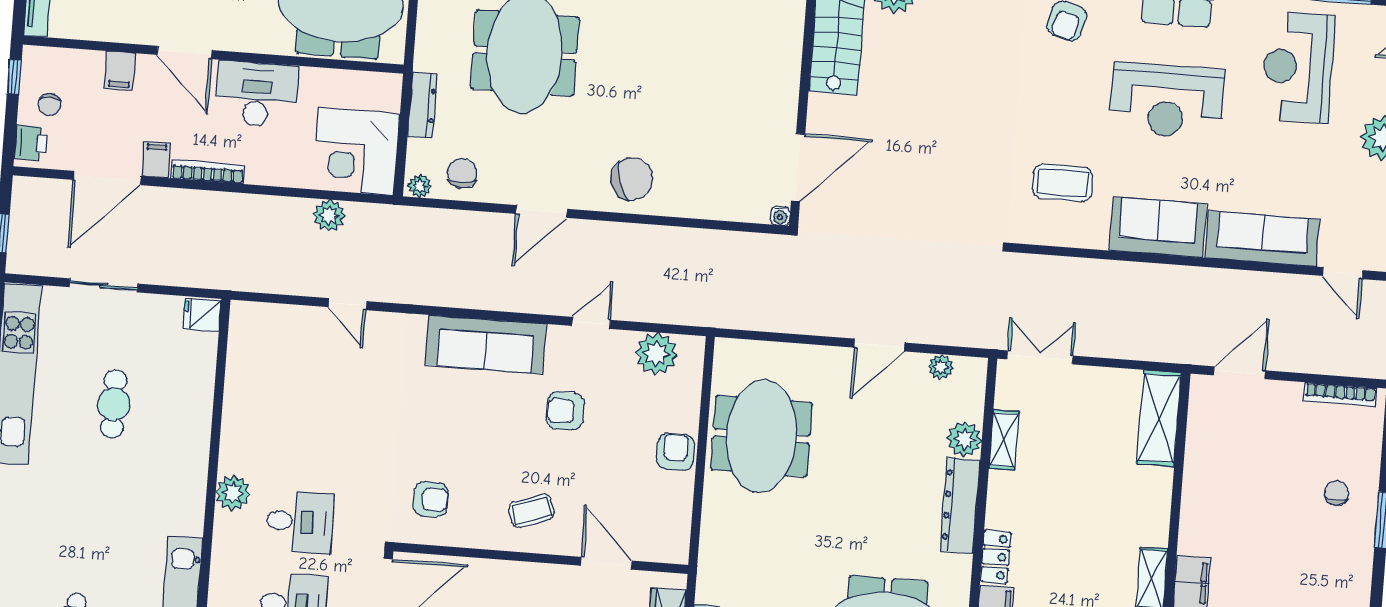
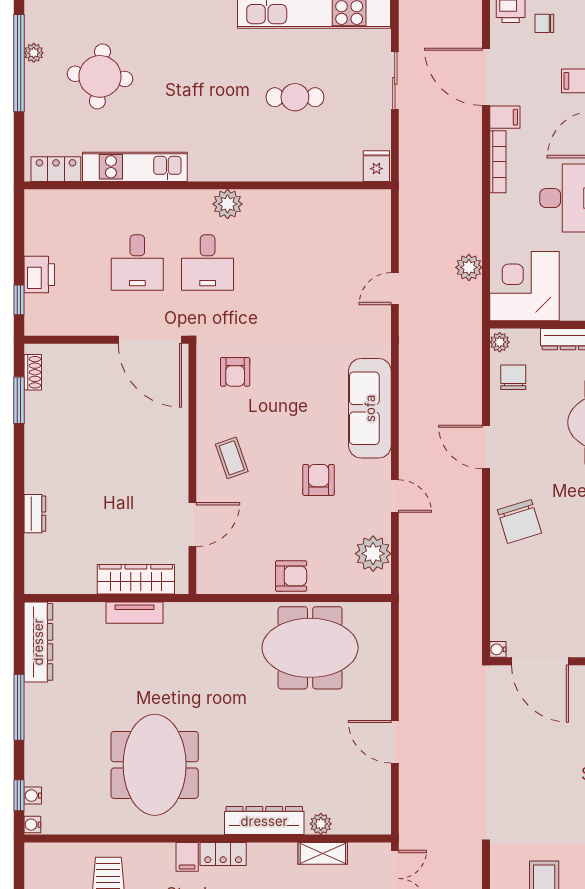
chair: (462, 173) -> (513, 377), turned -90
plant: (941, 367) -> (380, 795), removed
plant: (964, 439) -> (321, 824), width x0.73, depth x0.73

